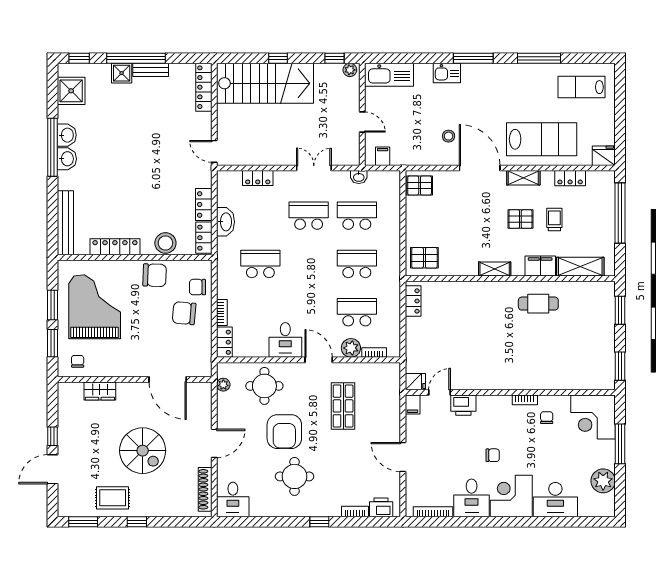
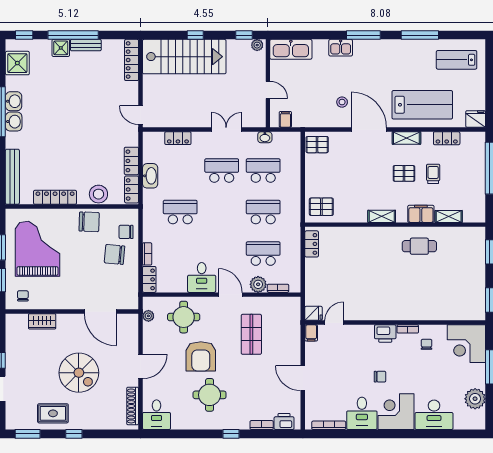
shelving: (580, 267) -> (449, 216), width x0.67, depth x0.75
printer: (463, 405) -> (385, 334), moved

